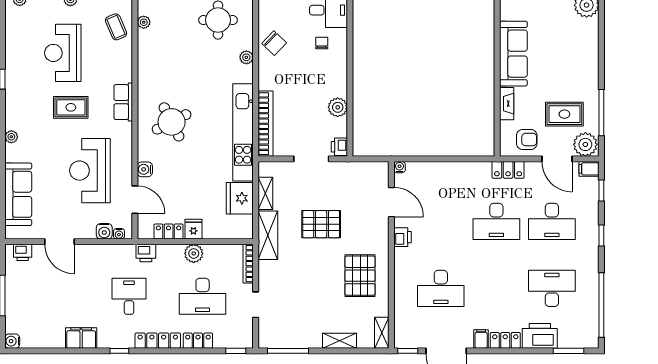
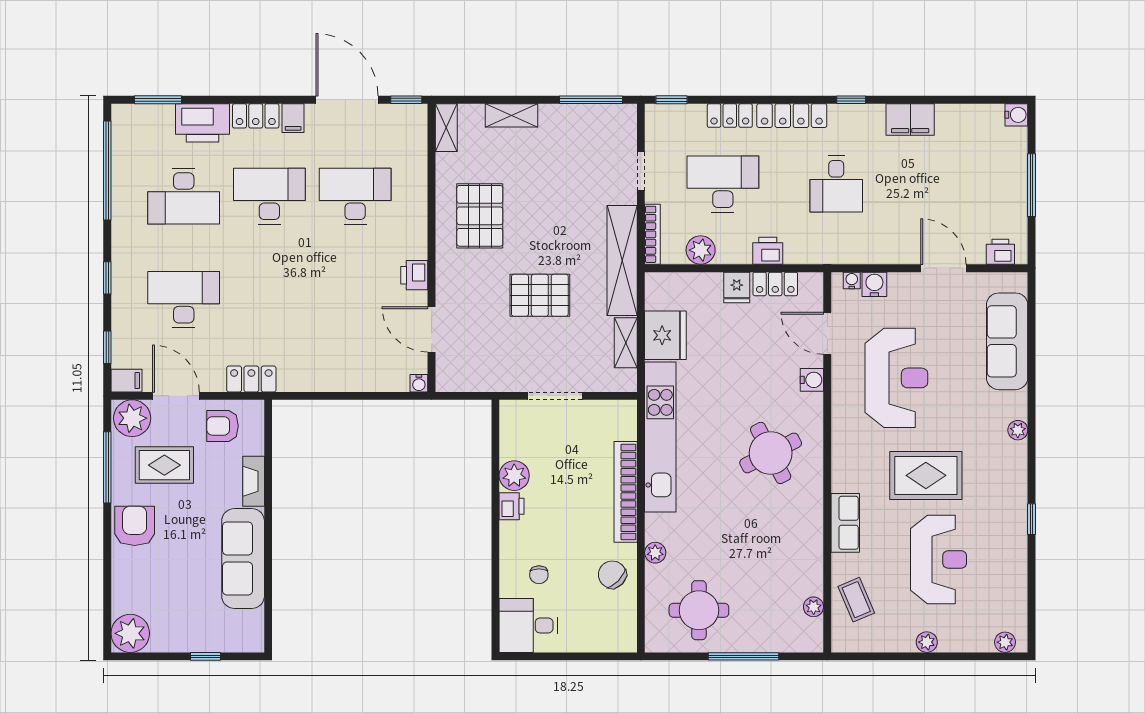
armchair: (584, 75) -> (135, 526), added
row of seats: (123, 102) -> (845, 523), moved
rug: (71, 107) -> (926, 475), width x1.36, depth x1.43
bookcase: (266, 124) -> (626, 492), moved
printer: (339, 147) -> (512, 506), moved
desk: (496, 221) -> (269, 196), moved
shelving: (268, 235) -> (622, 260), width x1.47
printer: (146, 253) -> (768, 251), moved
plant: (194, 253) -> (701, 250), moved

